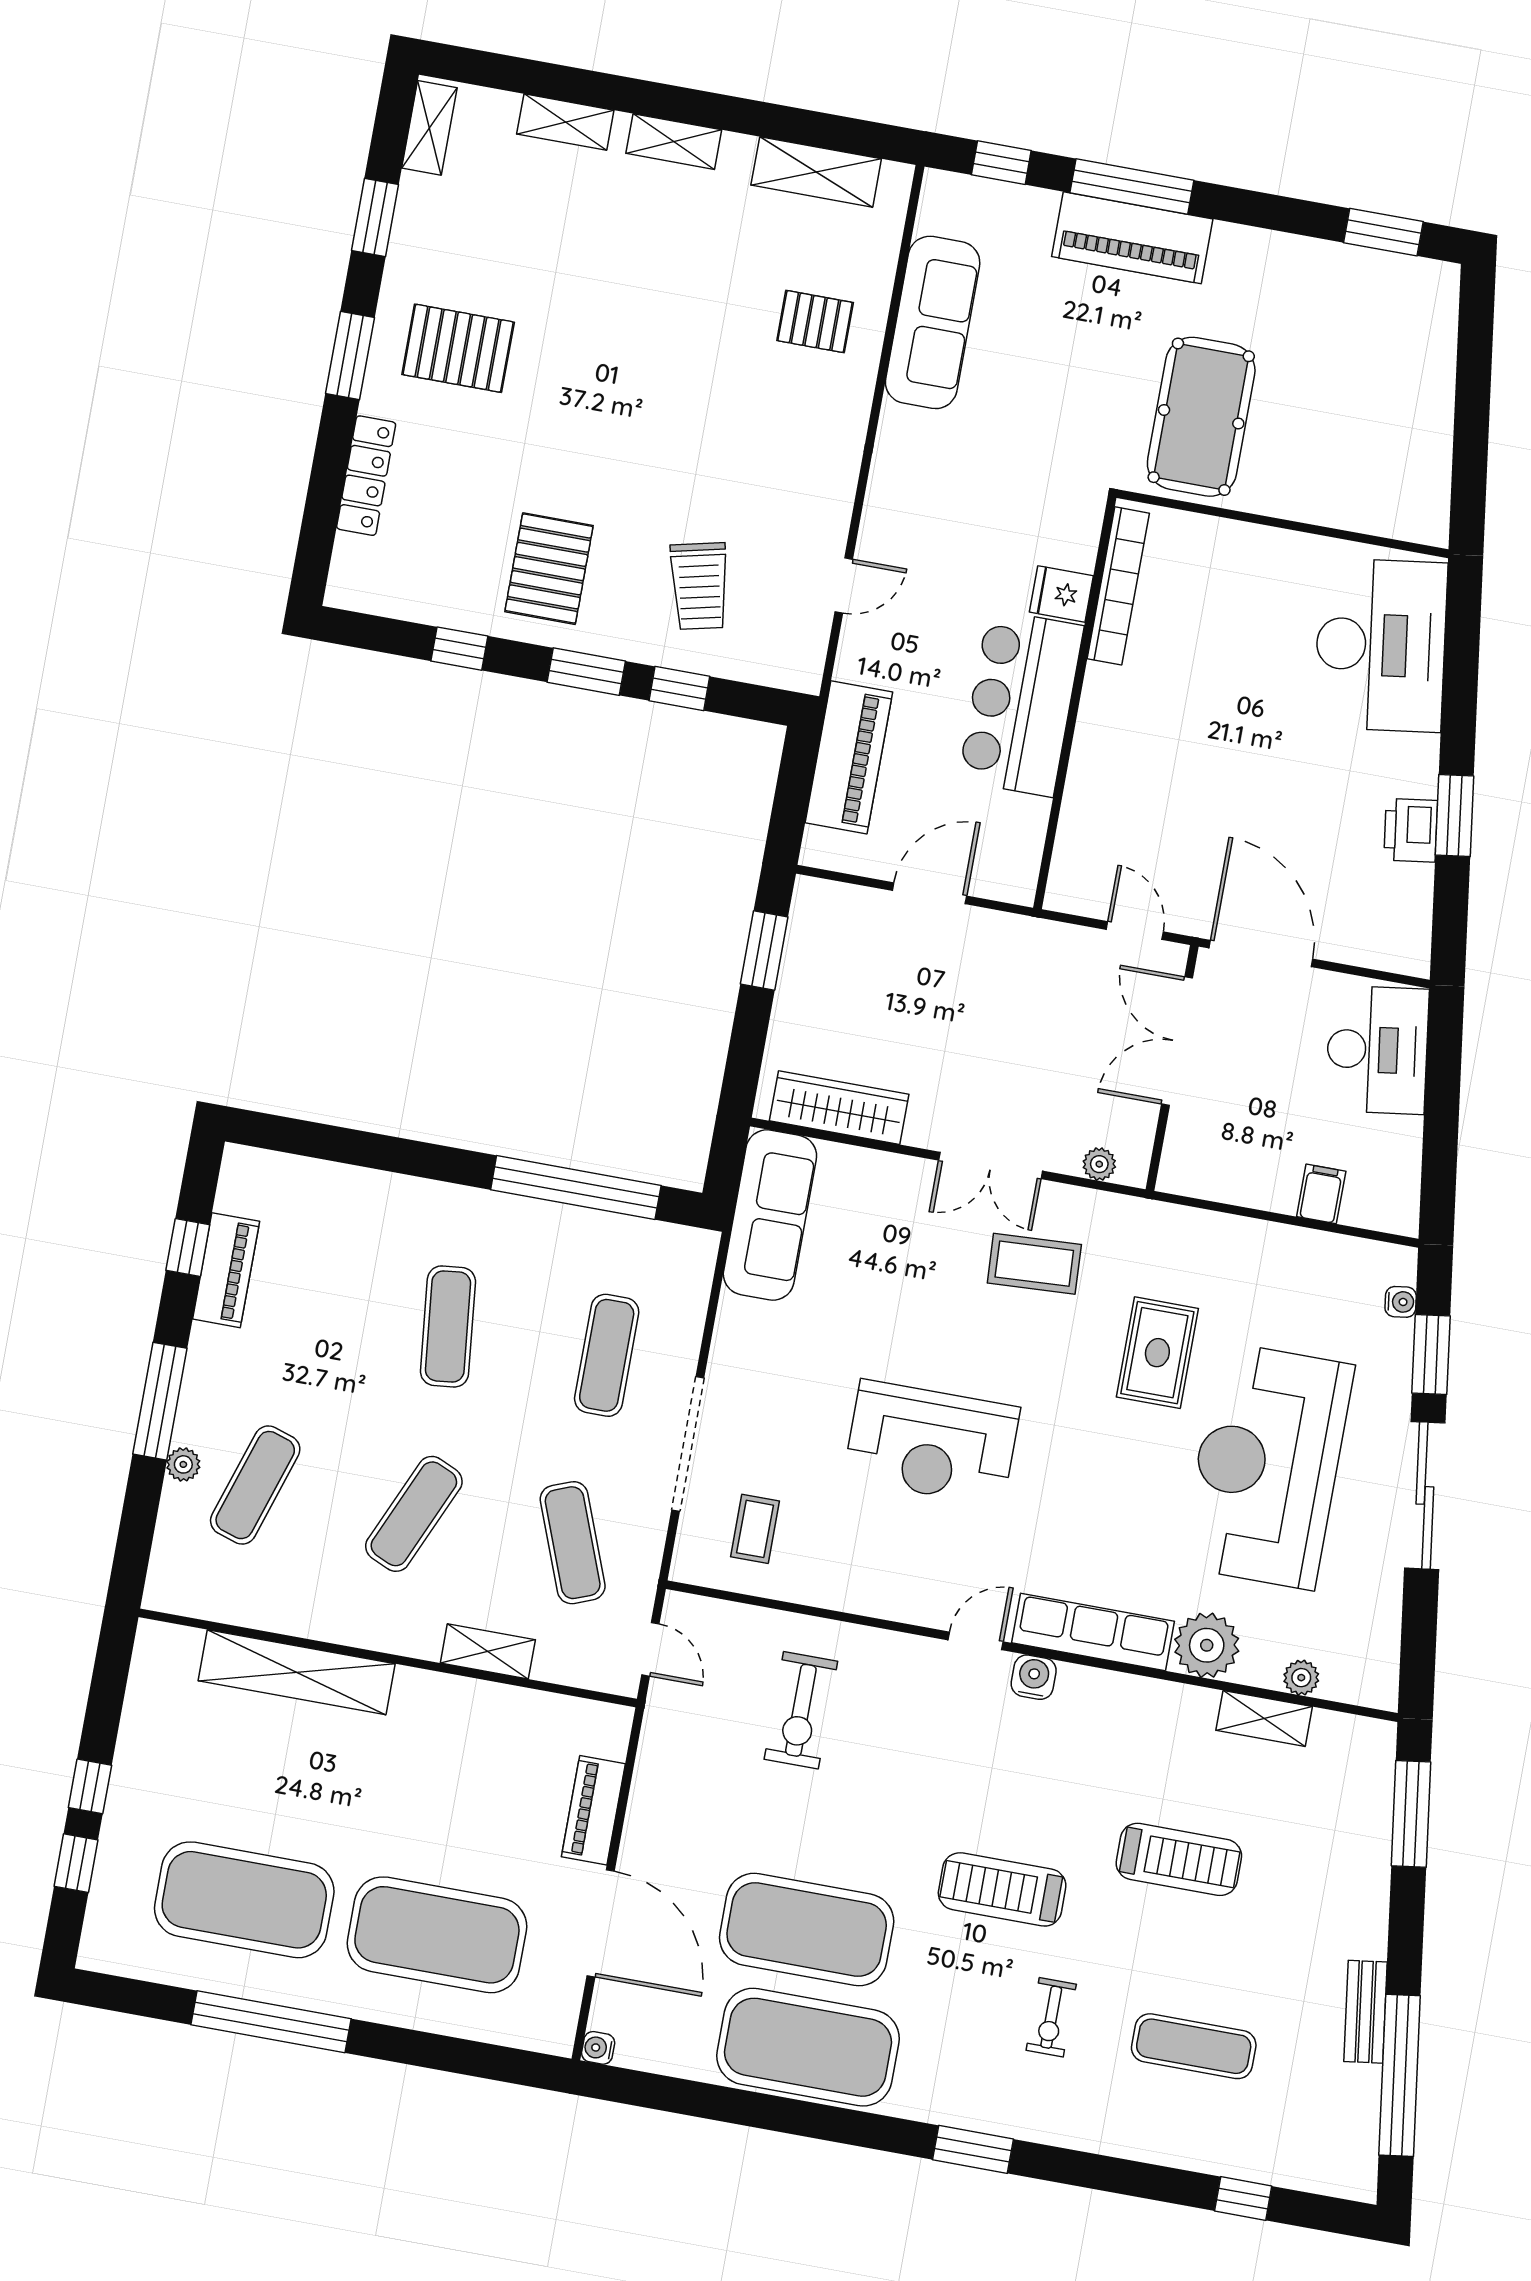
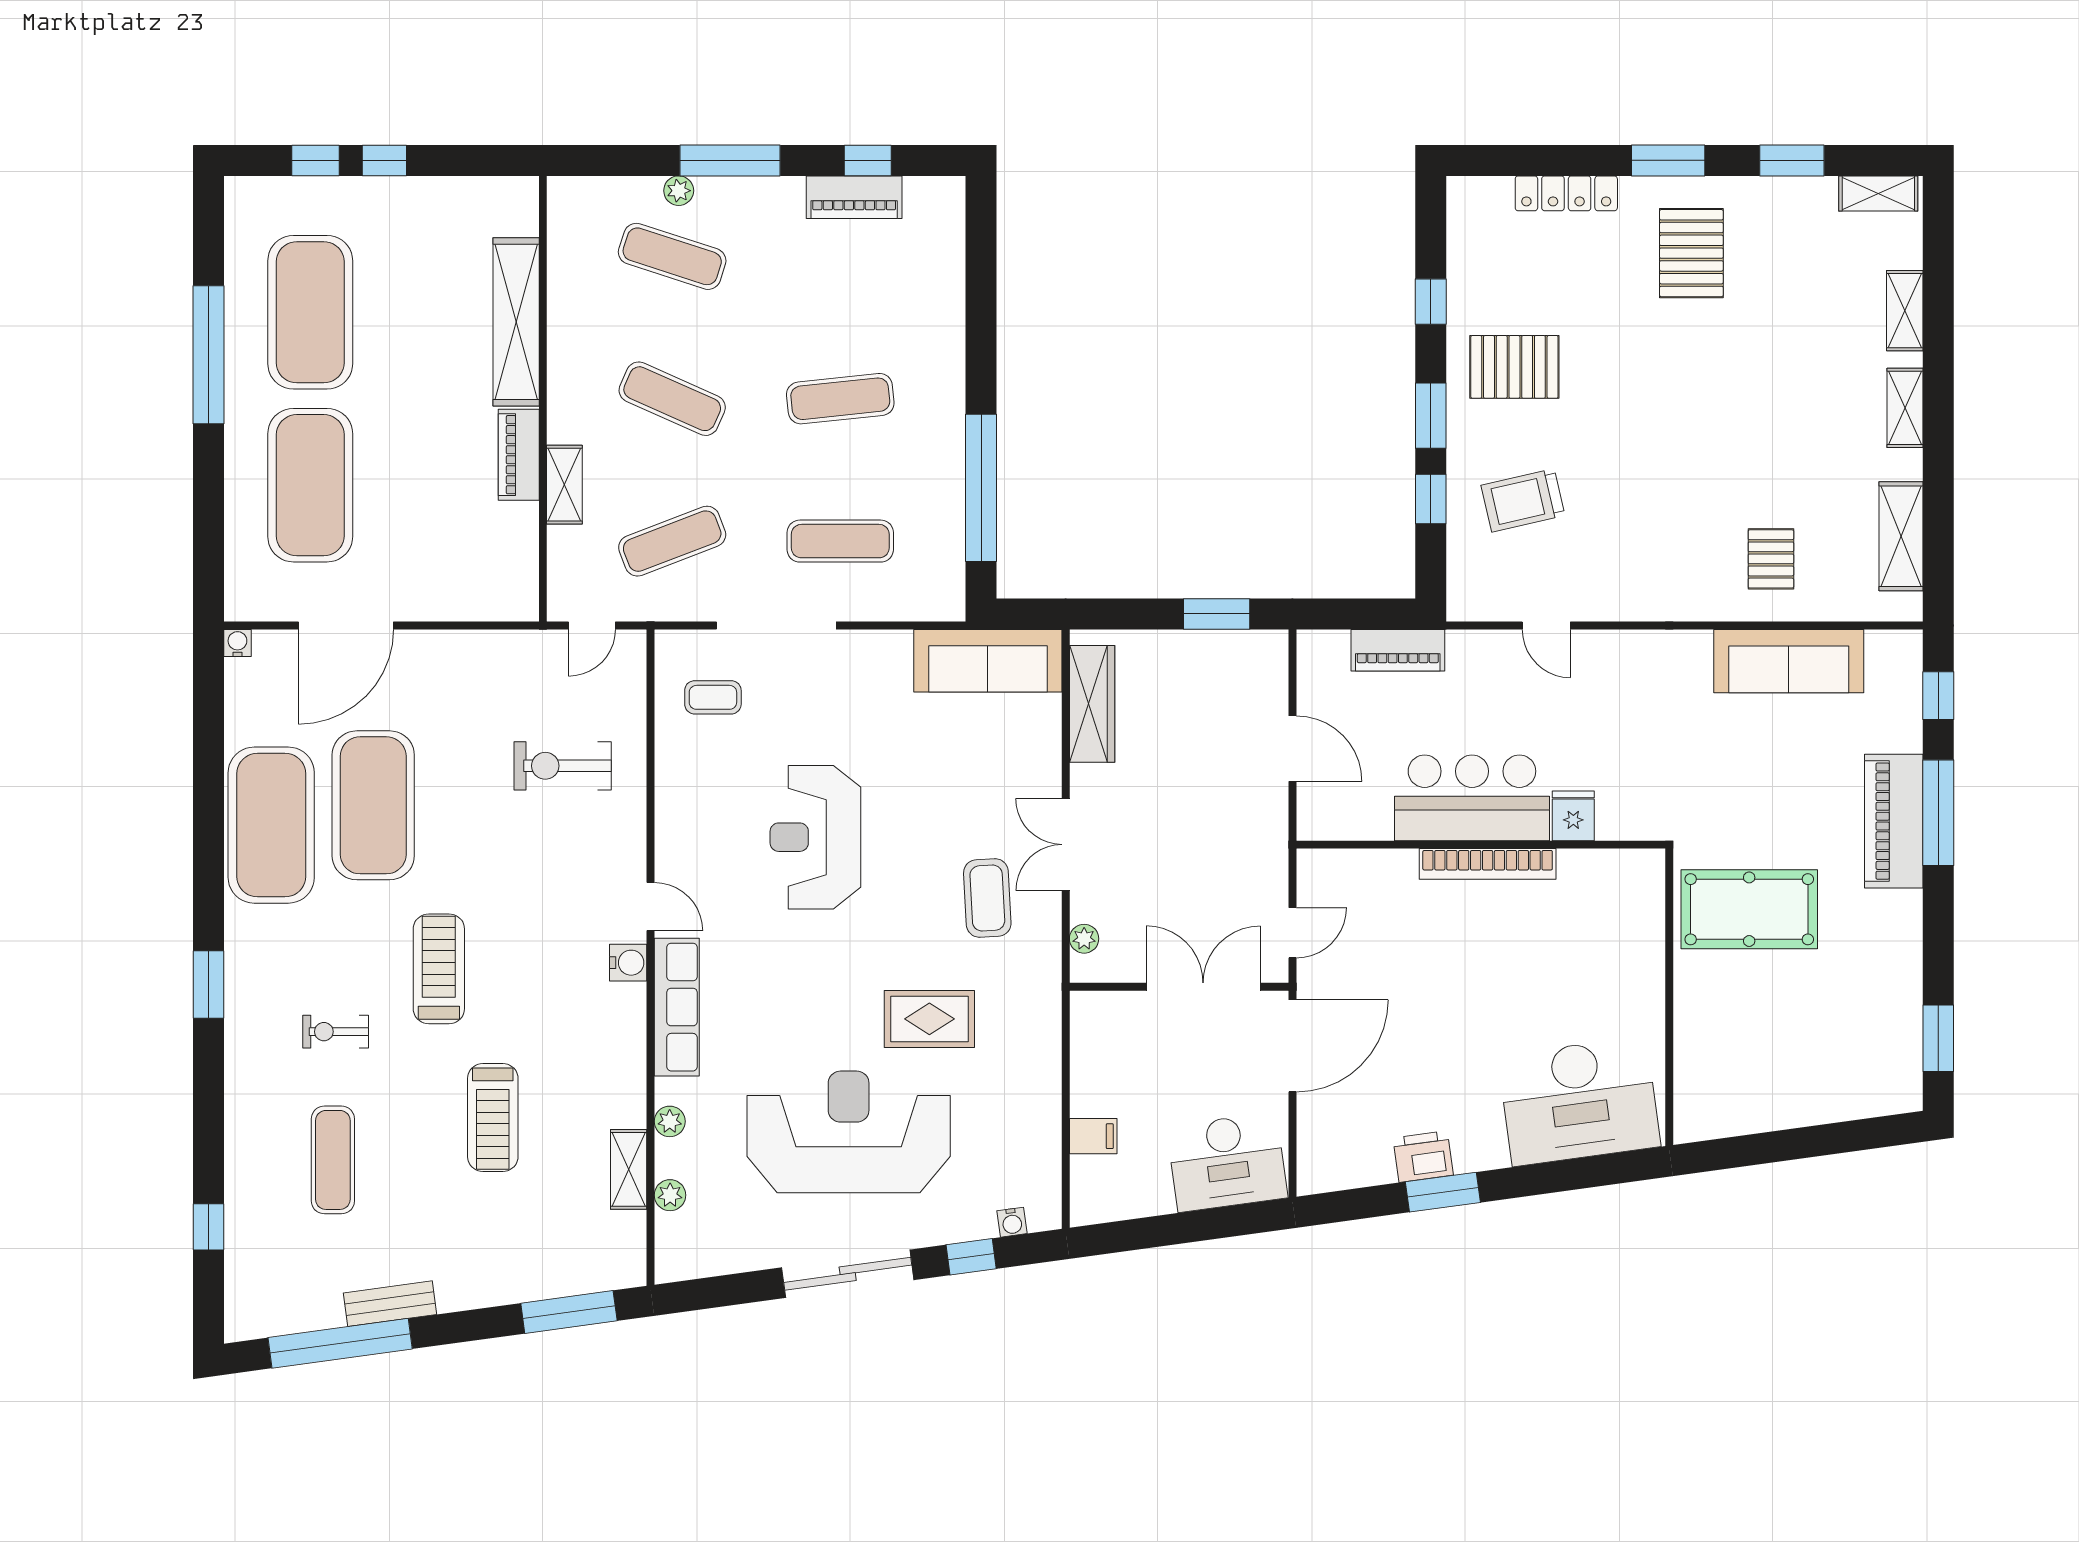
bookcase: (1118, 586) -> (1488, 864), moved
piano: (849, 757) -> (1398, 650), width x0.73, depth x0.75
window: (1431, 1354) -> (971, 1257), width x0.67
plant: (1207, 1645) -> (670, 1121), width x0.53, depth x0.53
piano: (593, 1810) -> (519, 455), moved, turned -90

